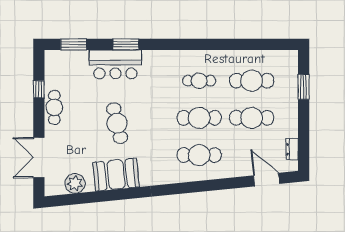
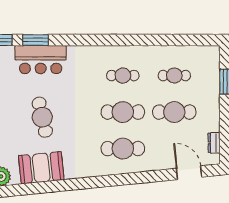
window: (126, 44) -> (36, 40), moved
cafe table: (252, 81) -> (174, 76), width x0.73, depth x0.74

